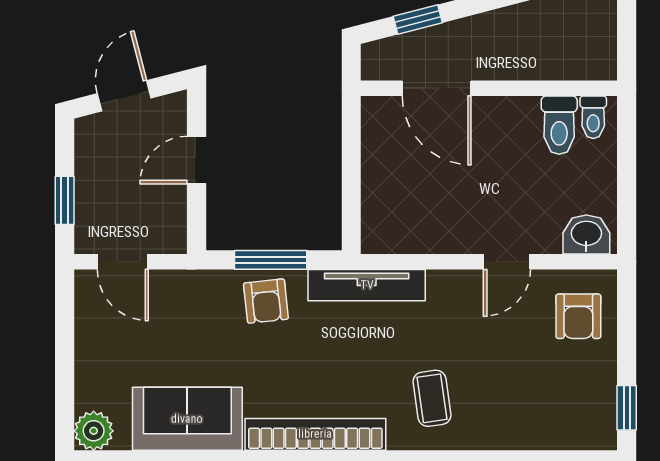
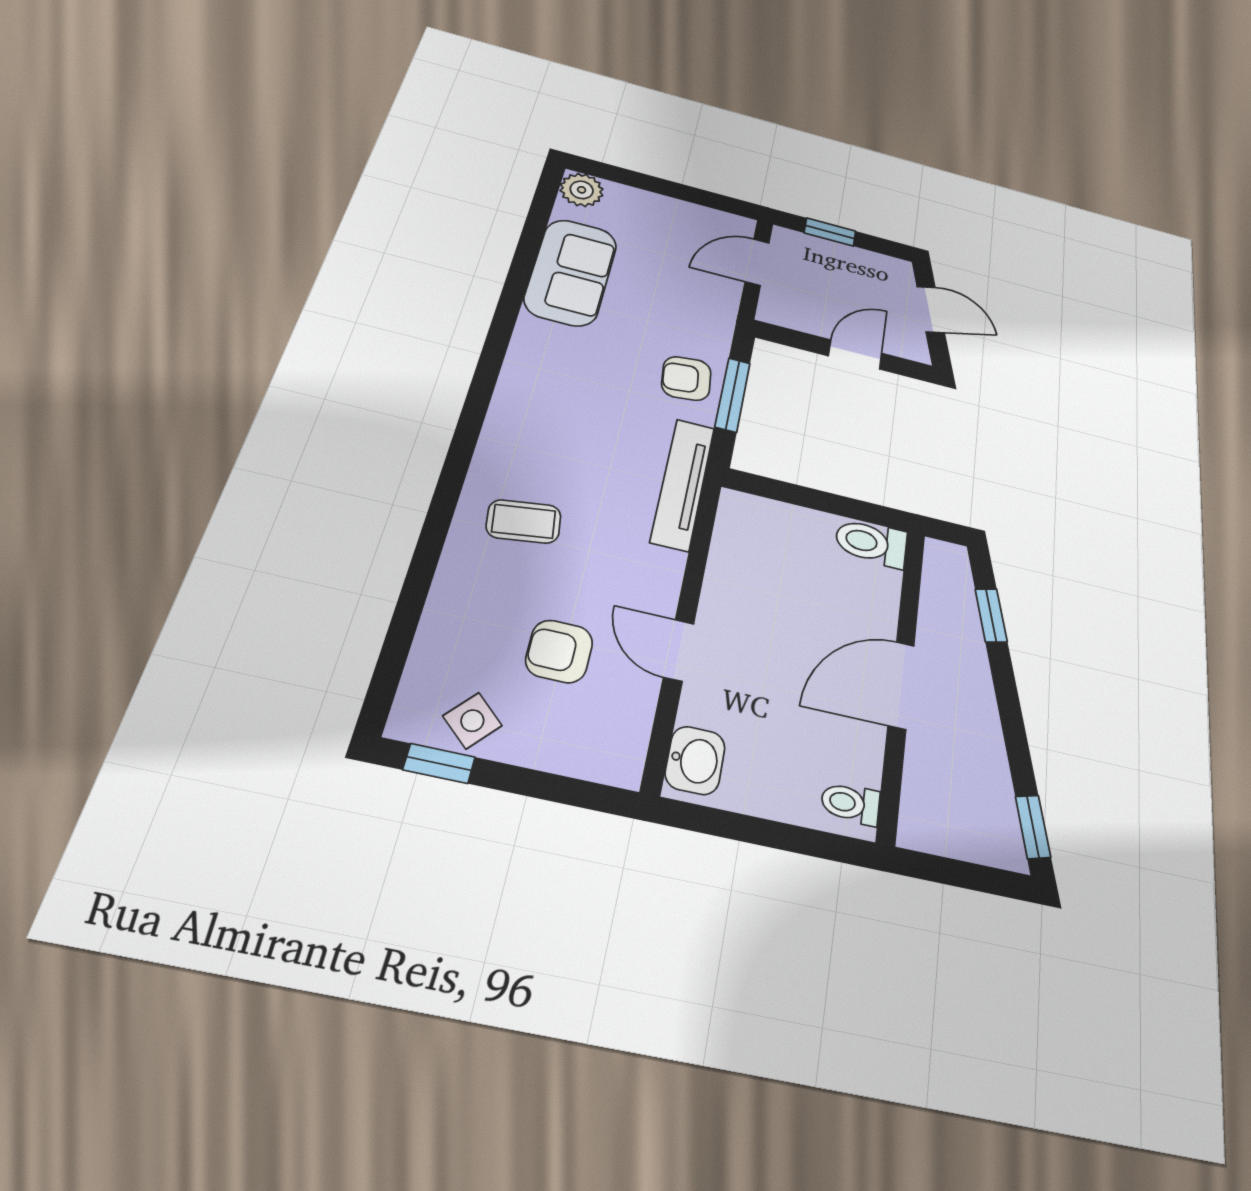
door: (437, 88) -> (901, 685), moved
toilet: (559, 125) -> (871, 543), moved
door: (197, 160) -> (855, 355), hinge flipped
armchair: (578, 316) -> (559, 651), moved
side table: (593, 394) -> (472, 721), added
bookcase: (315, 434) -> (516, 387), removed

